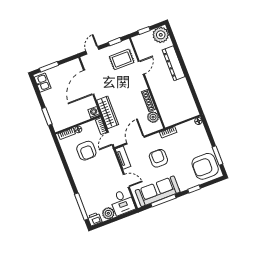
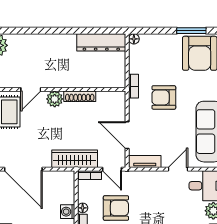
dresser: (174, 63) -> (101, 42), moved
door: (141, 68) -> (31, 89), swing flipped
washing machine: (94, 112) -> (68, 212), moved
plant: (153, 117) -> (55, 99), moved
armchair: (158, 158) -> (164, 97), moved

